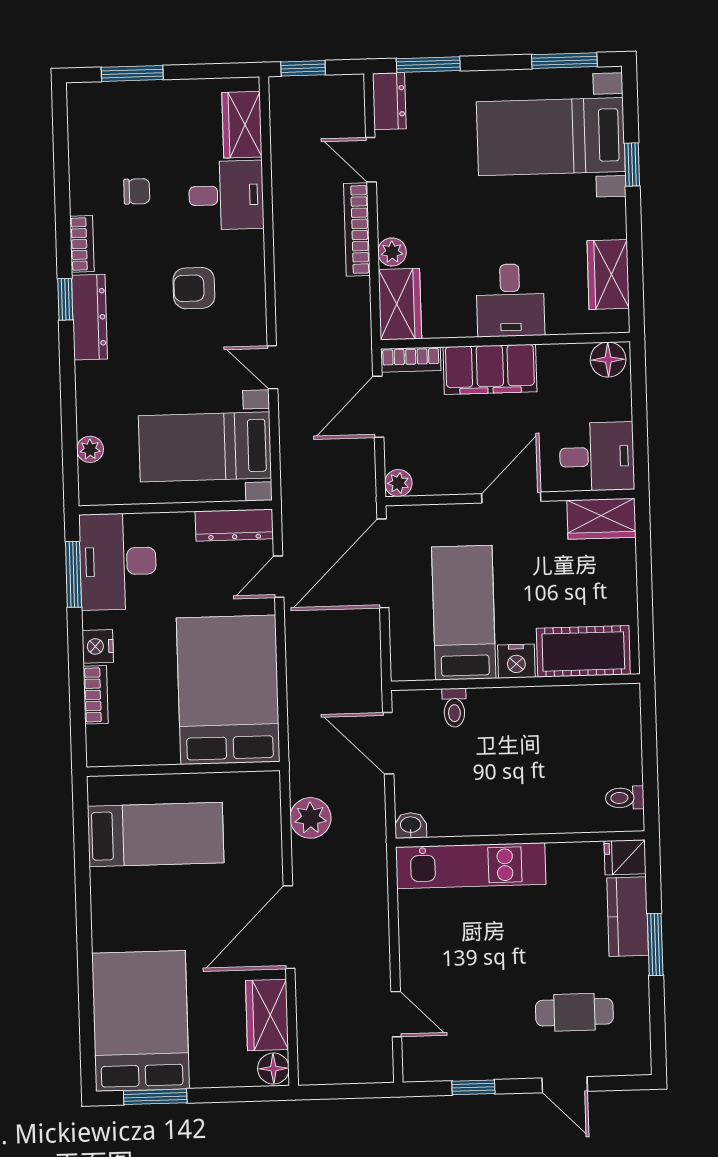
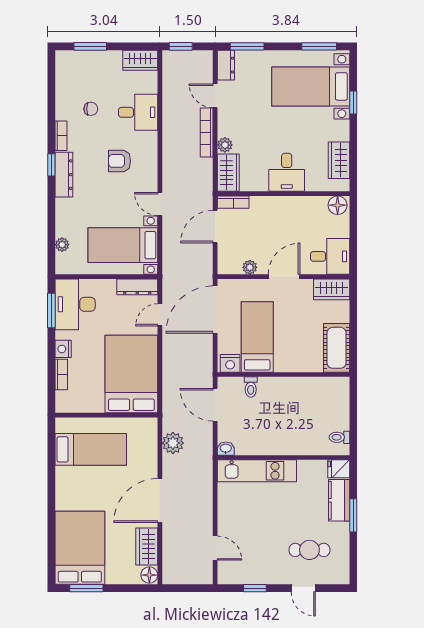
wardrobe: (242, 125) -> (140, 60), moved, turned -90
filing cabinet: (490, 369) -> (275, 209), removed
plant: (398, 483) -> (250, 267), moved
cot: (583, 651) -> (337, 348), moved, turned 90
nightstand: (516, 661) -> (230, 363), moved

